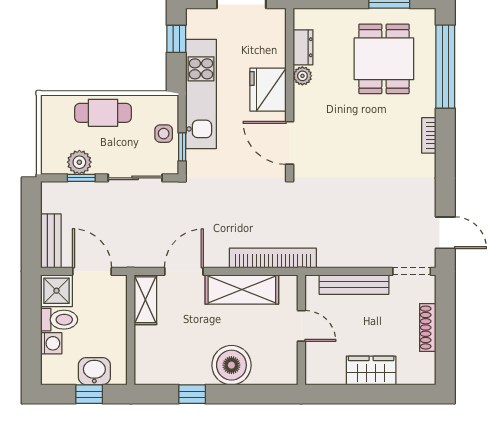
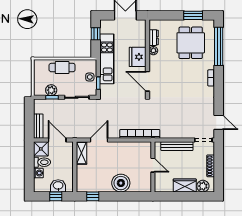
shelving: (242, 290) -> (126, 148), removed
plant: (411, 372) -> (203, 186), added
window: (192, 394) -> (93, 196), moved

